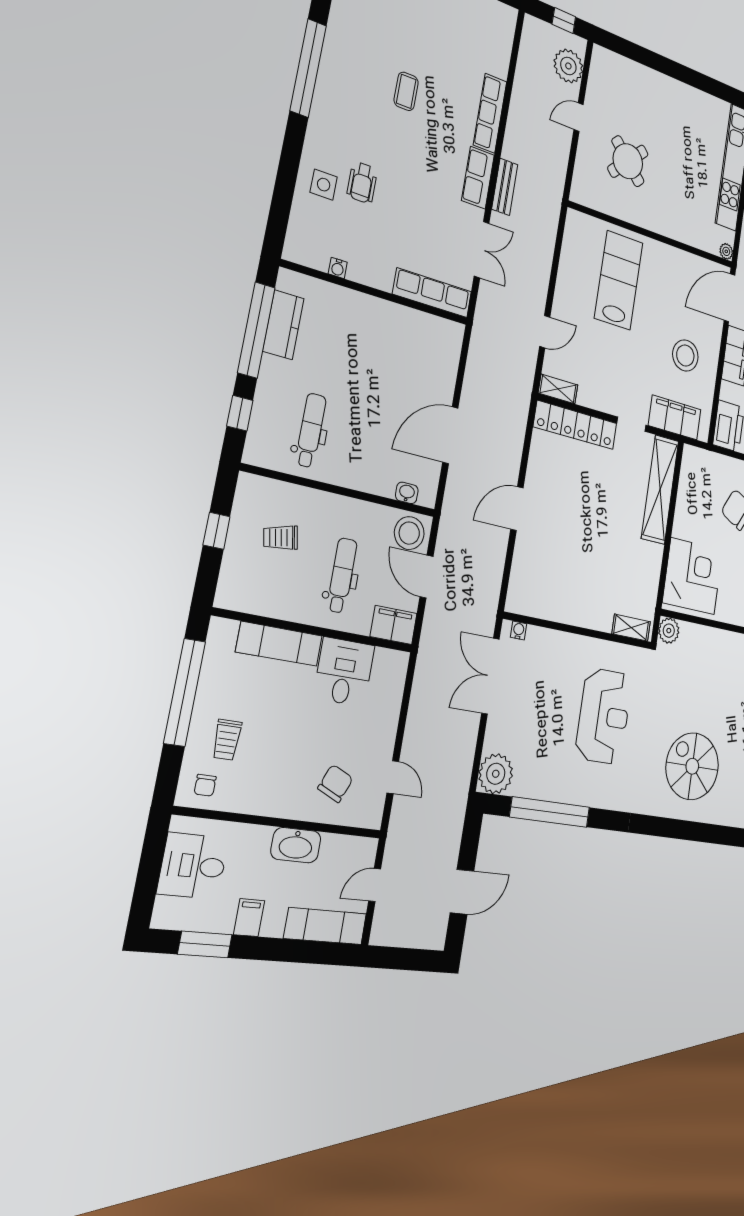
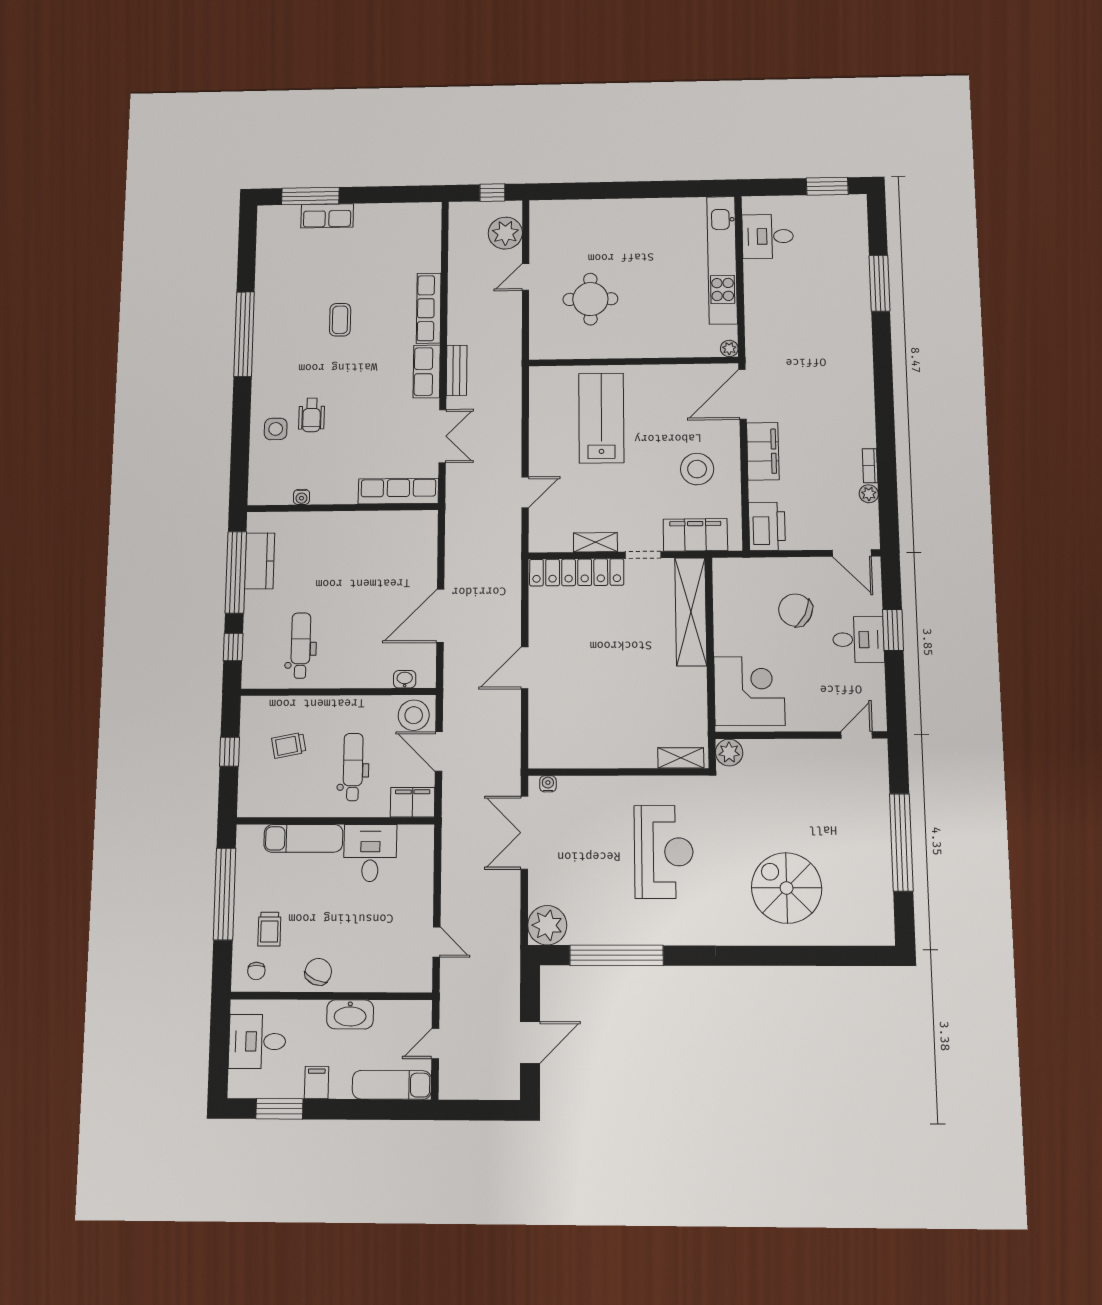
round table: (628, 161) -> (590, 299), turned 45
shelving: (558, 389) -> (595, 542), moved
chair: (335, 783) -> (318, 972), moved

